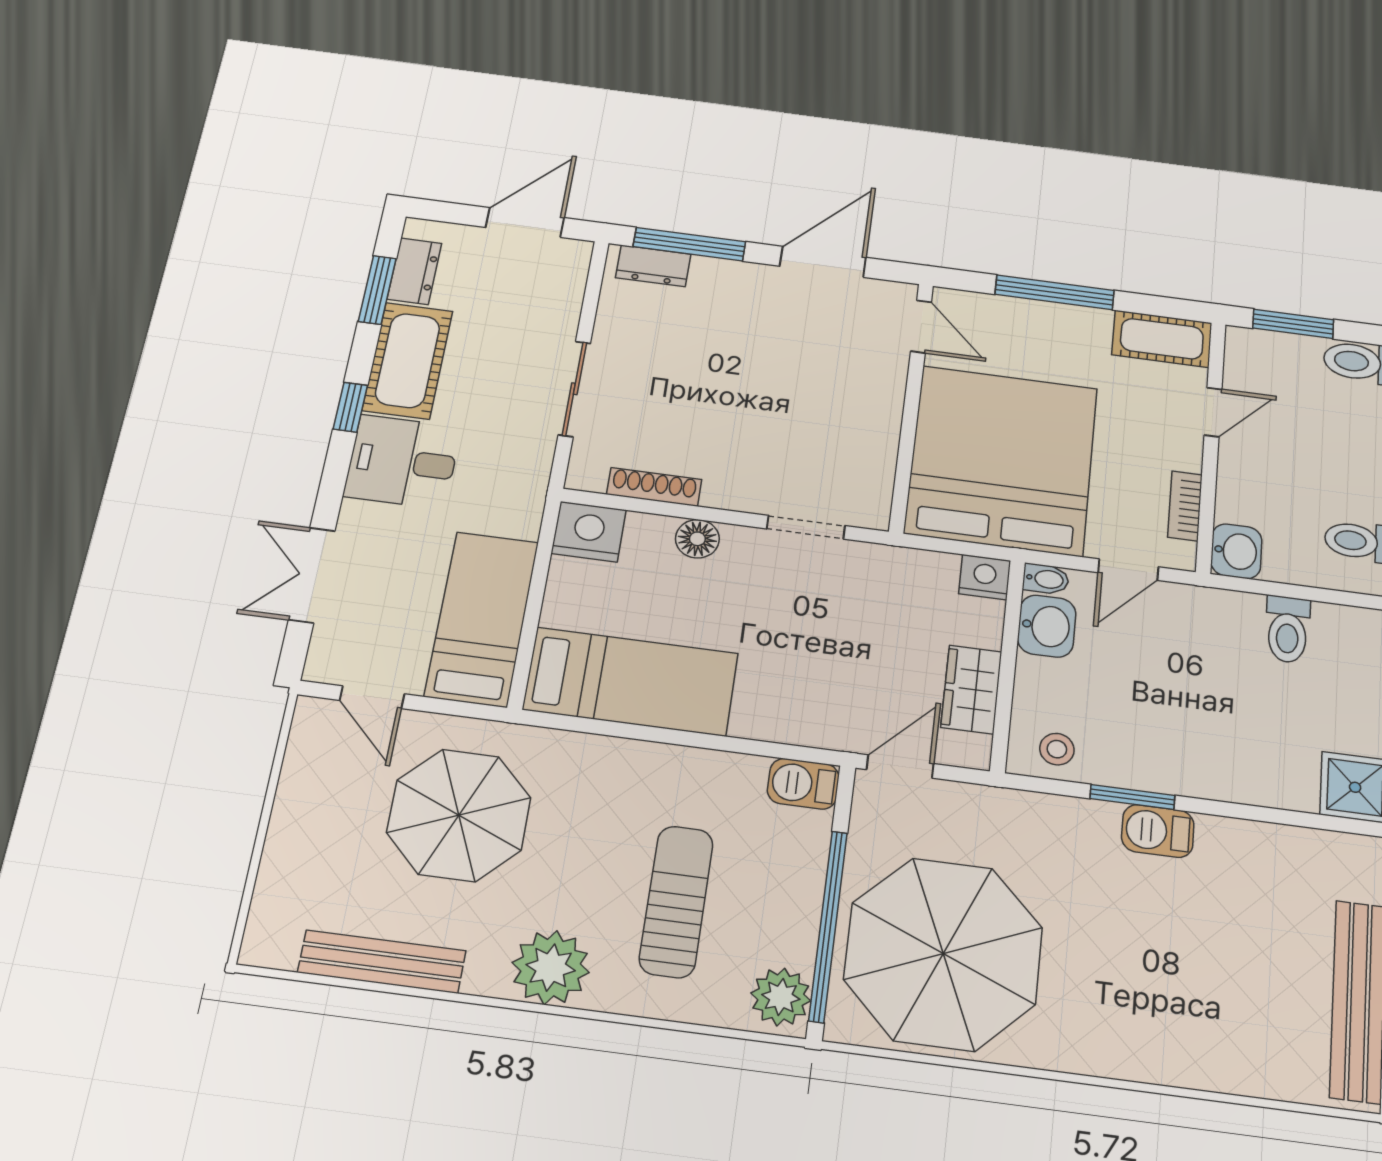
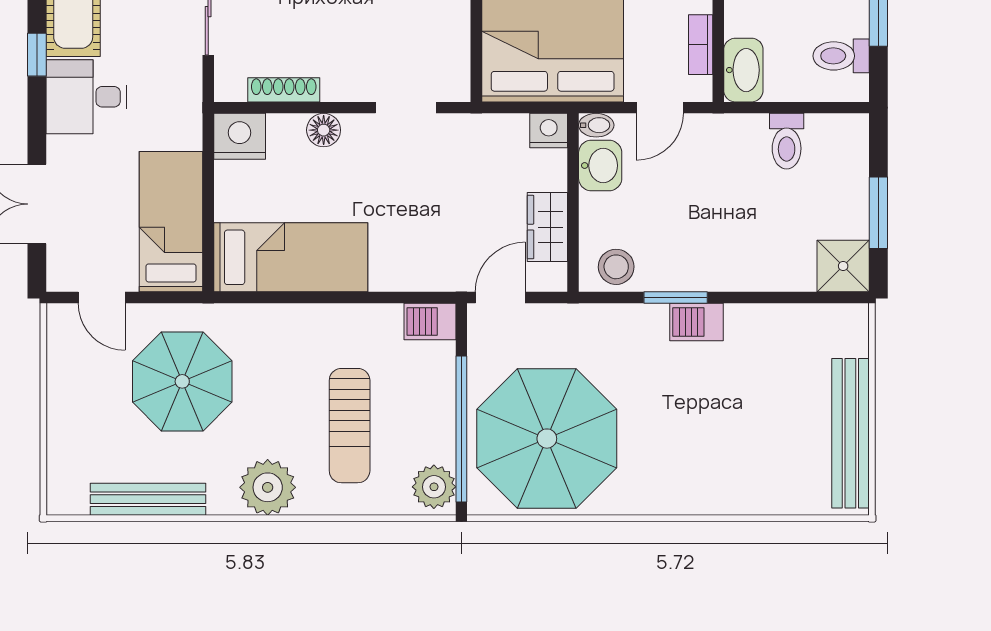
washbasin: (1236, 551) -> (743, 70), width x1.38
stool: (1057, 749) -> (616, 267), width x1.37, depth x1.37
sun lounger: (676, 901) -> (350, 426), turned 180

